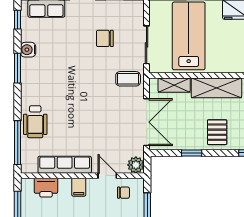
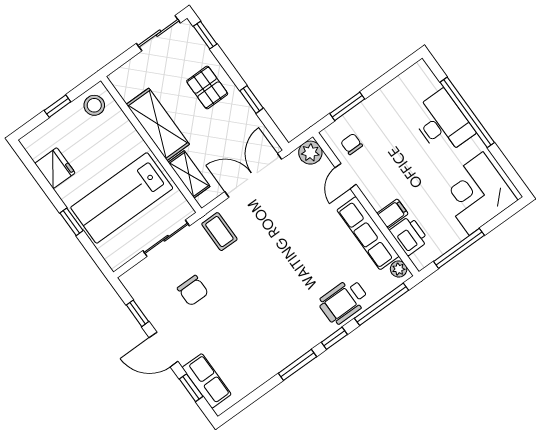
window: (18, 20) -> (334, 338), moved
water cooler: (28, 50) -> (268, 368), removed
wheelchair: (35, 122) -> (344, 301), turned 180
pallet: (217, 132) -> (207, 88), turned 90
plant: (31, 167) -> (399, 269), added
filing cabinet: (79, 187) -> (392, 214), moved

